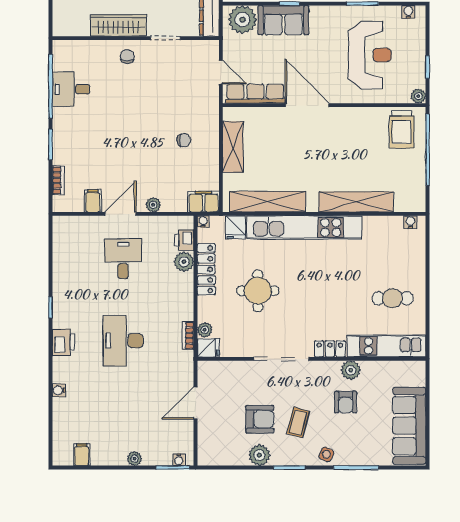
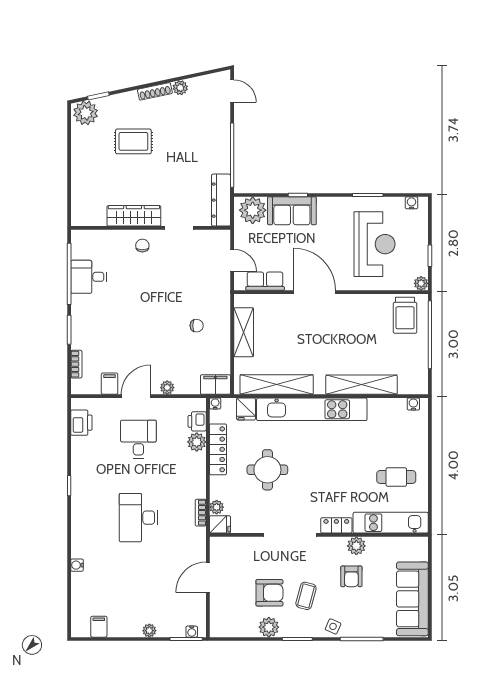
row of seats: (255, 94) -> (265, 281), width x0.68
printer: (63, 342) -> (81, 423), moved

